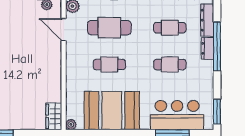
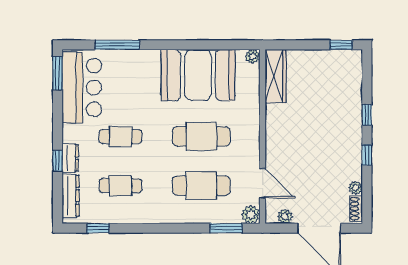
window: (217, 46) -> (58, 161), width x0.32
cafe table: (109, 65) -> (201, 136), width x1.37, depth x1.35
bar counter: (177, 115) -> (82, 88), moved, turned -90
wardrobe: (54, 116) -> (276, 76), width x1.50

